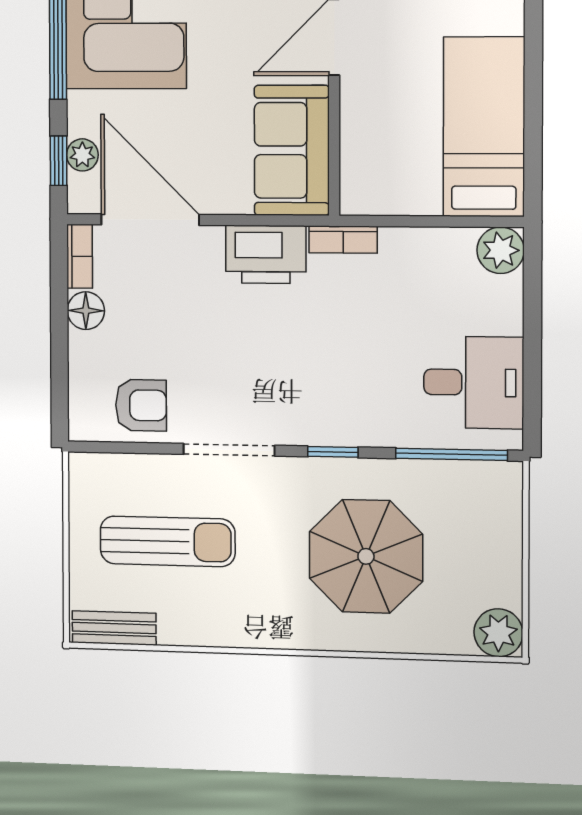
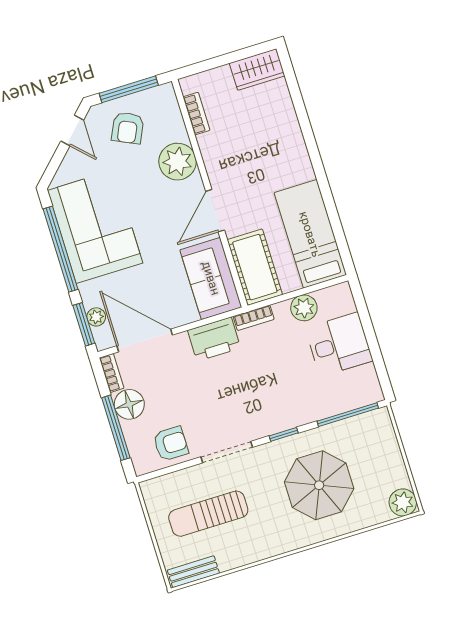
cot: (372, 154) -> (255, 267), added
window: (59, 161) -> (84, 324), width x1.50
plant: (501, 250) -> (304, 308), moved
floor lamp: (86, 311) -> (129, 404), width x1.38, depth x1.38
window: (59, 349) -> (116, 428), added
desk: (474, 382) -> (339, 344), moved
sun lounger: (167, 541) -> (208, 514), turned 180

